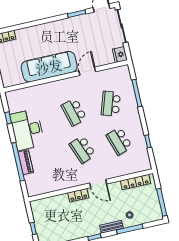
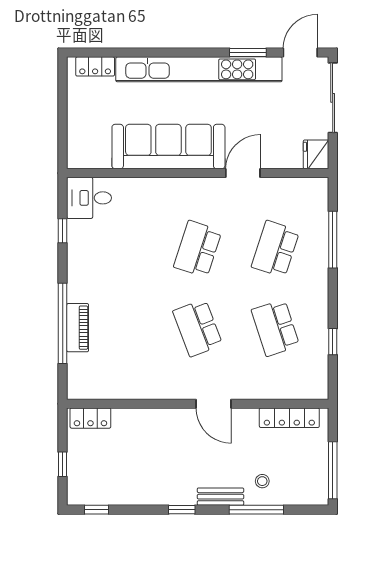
kitchen unit: (55, 27) -> (199, 69), added
school desk: (74, 112) -> (198, 249), turned 33
desk: (27, 130) -> (89, 198), moved, width x0.53, depth x0.77
locker: (78, 195) -> (90, 418), moved

